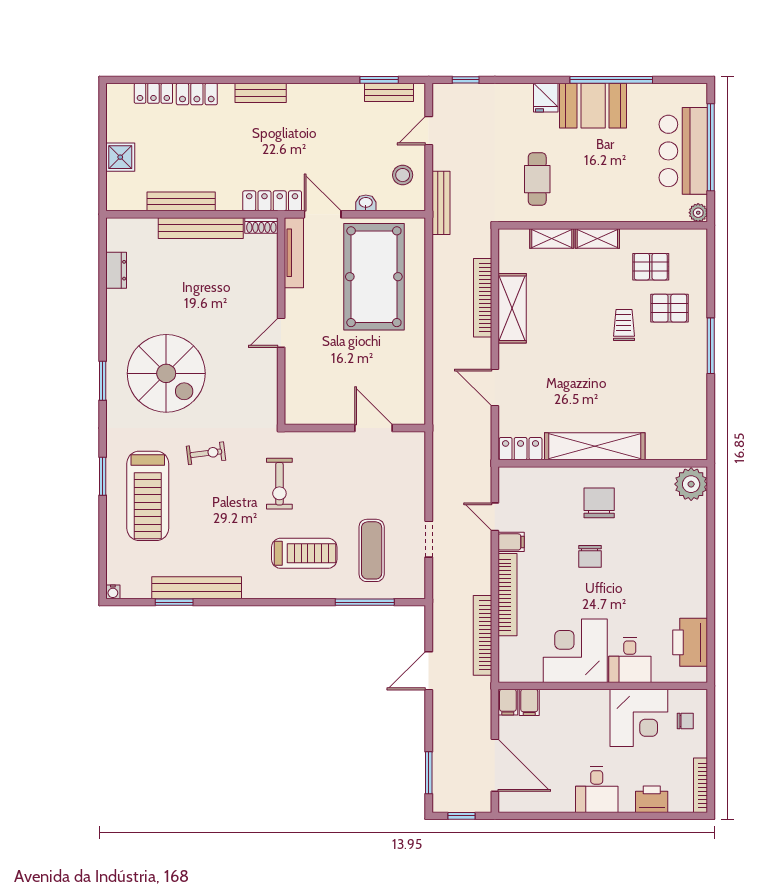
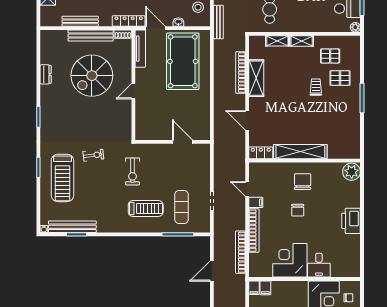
dresser: (116, 270) -> (46, 74), moved
spiral stairs: (166, 373) -> (92, 76), moved, turned 90
bench: (197, 588) -> (72, 227), moved
printer: (690, 642) -> (351, 221), moved

